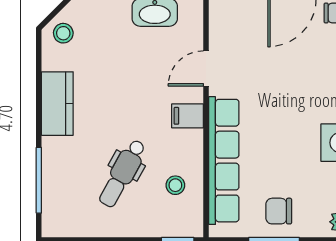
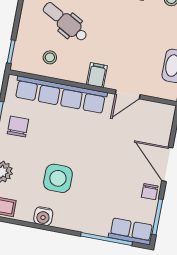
door: (206, 68) -> (128, 94), swing flipped

